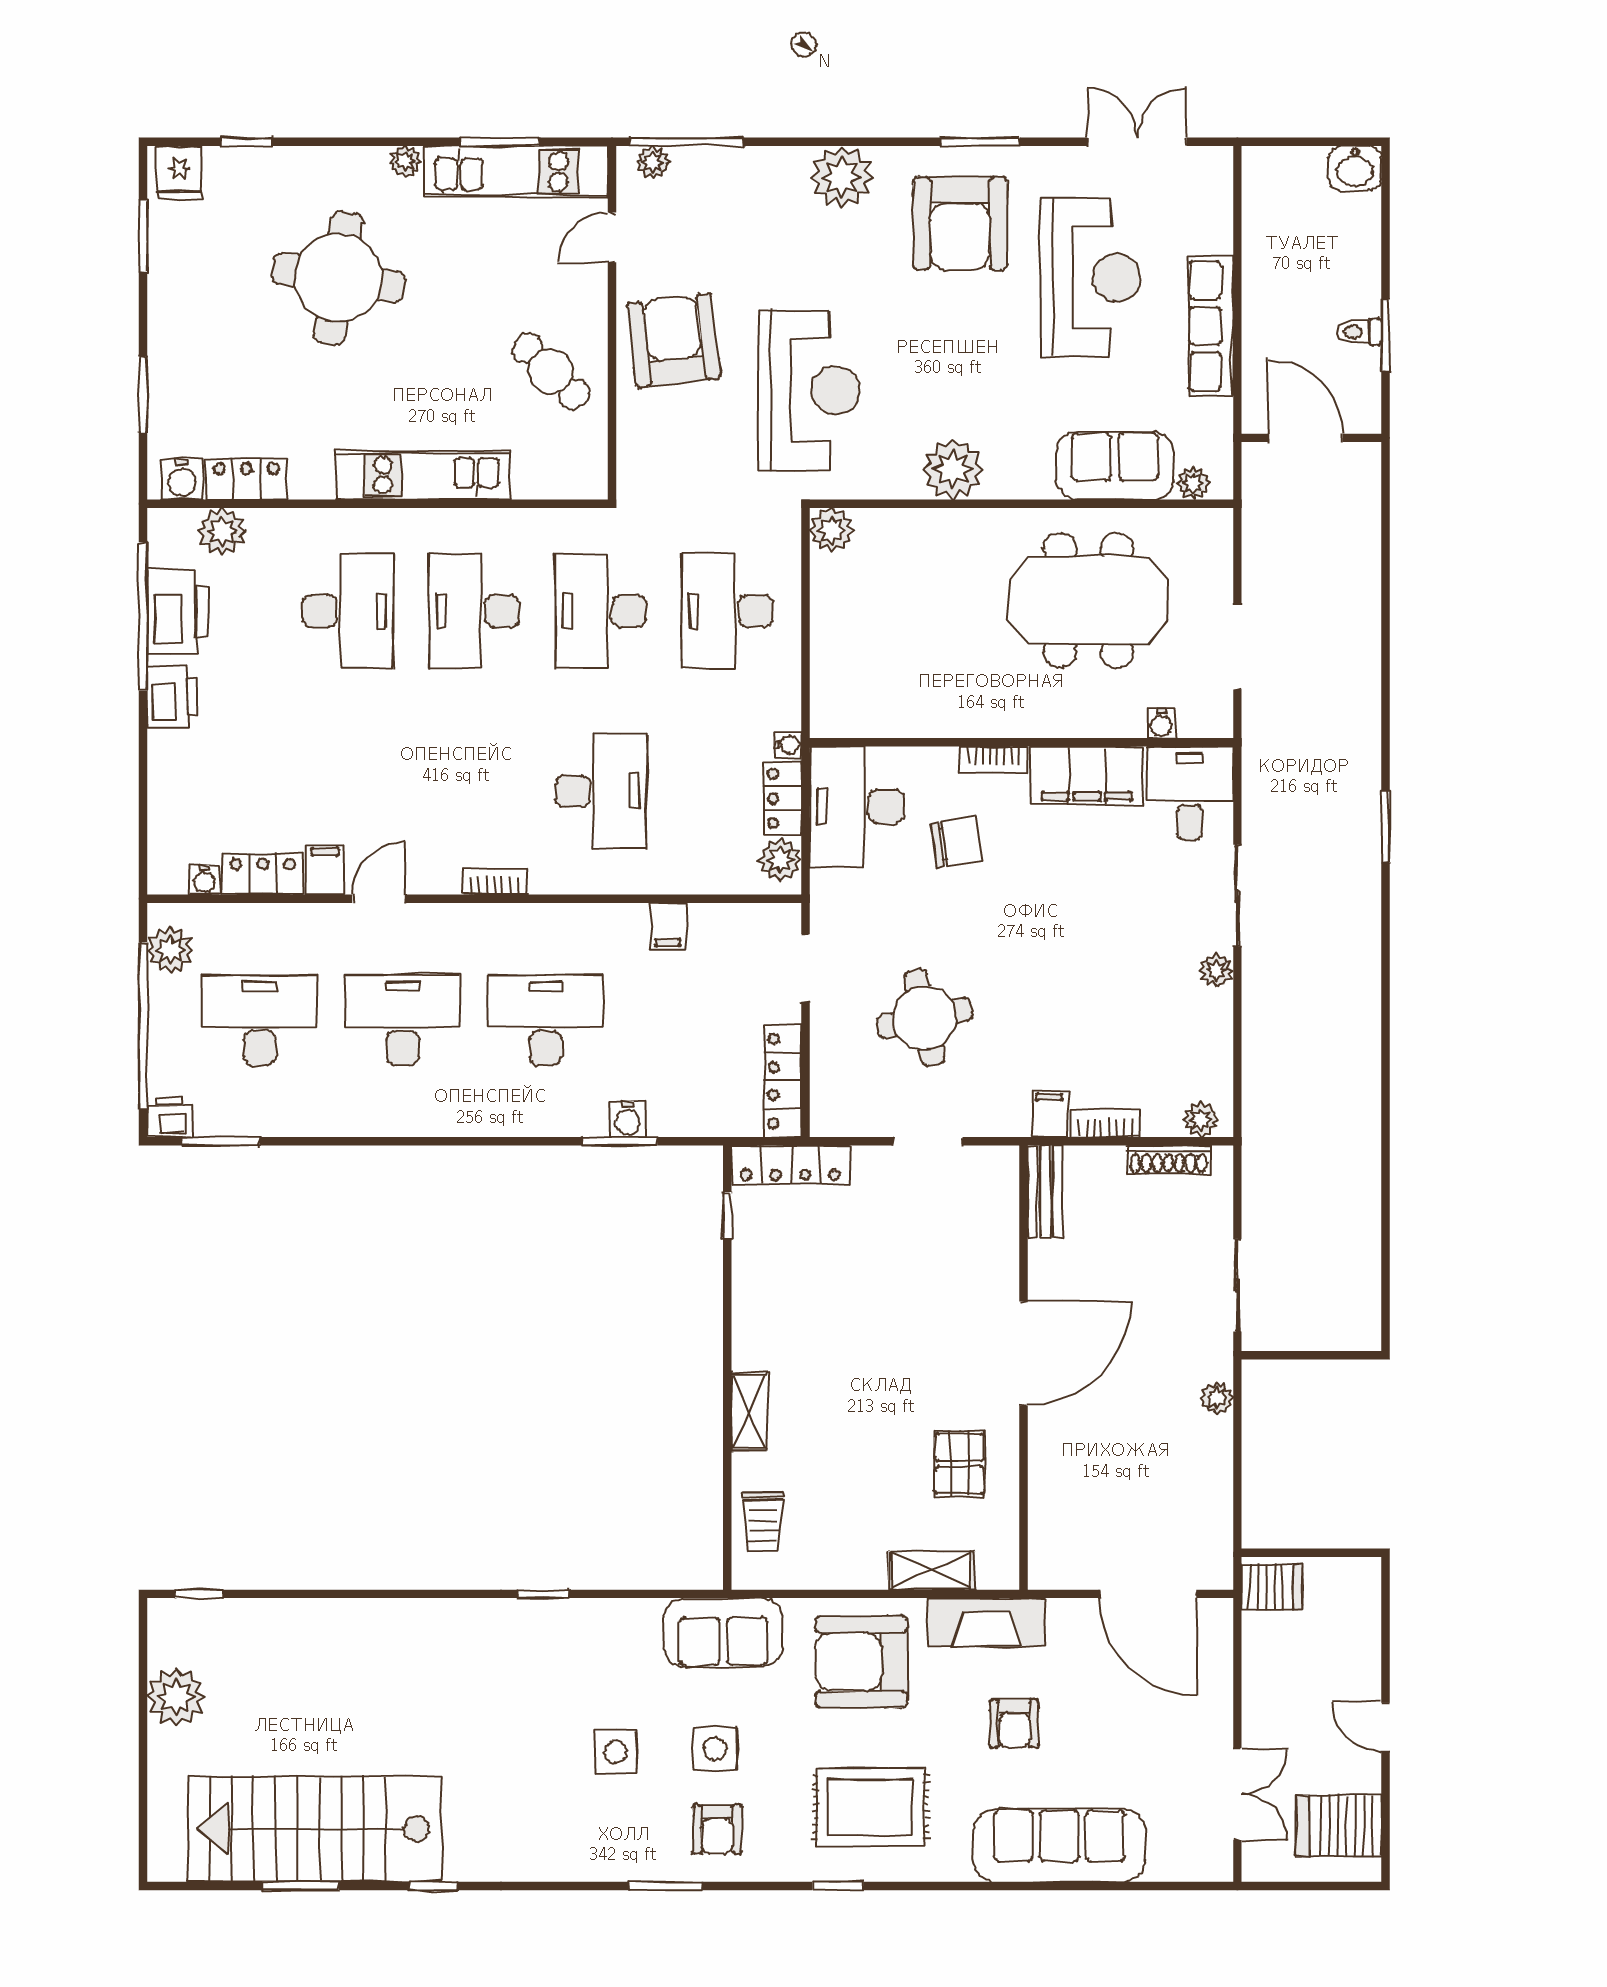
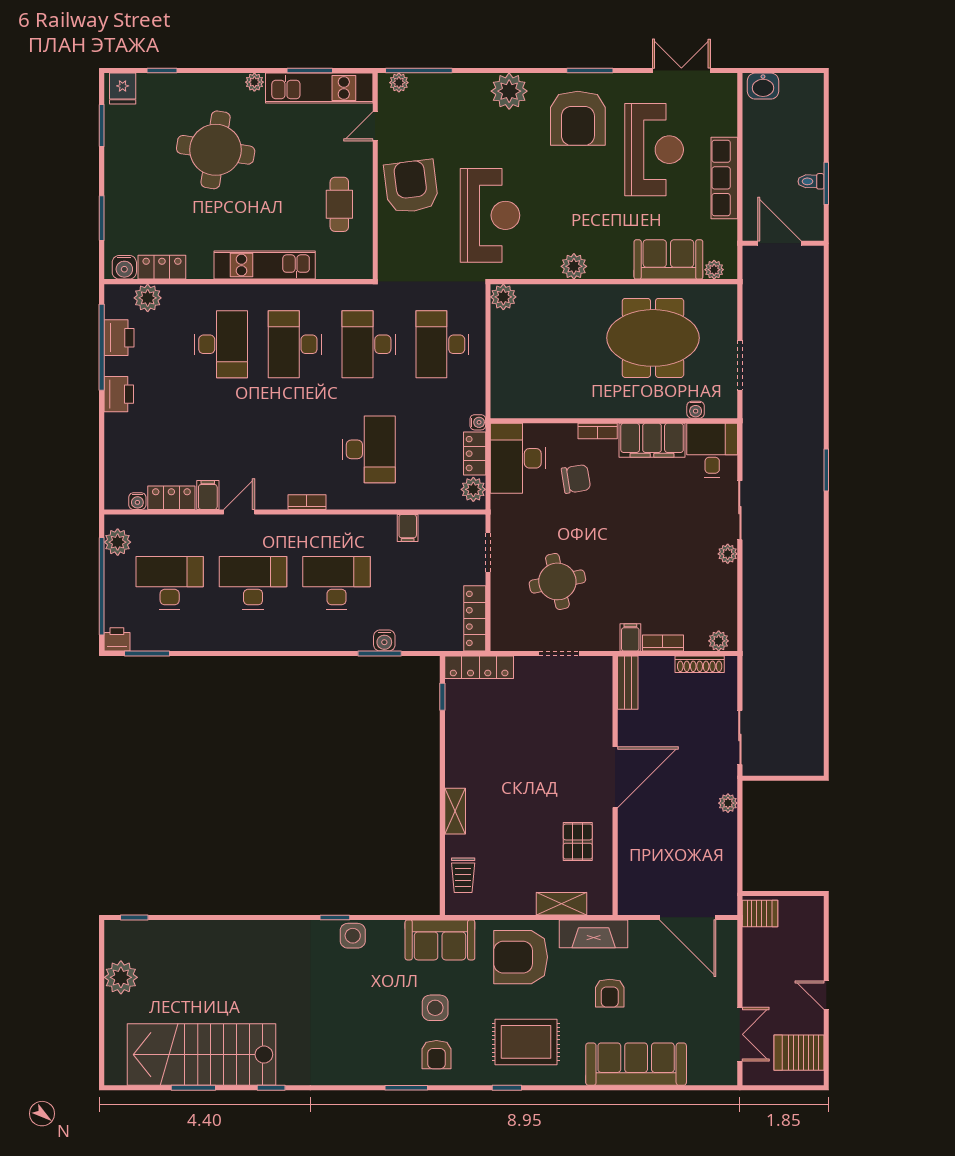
washbasin: (1355, 168) -> (763, 86), moved
cafe table: (551, 371) -> (339, 204), turned 46
plant: (953, 469) -> (574, 266), width x0.73, depth x0.73
printer: (178, 611) -> (119, 338), width x0.73, depth x0.84
side table: (616, 1752) -> (353, 936), moved

